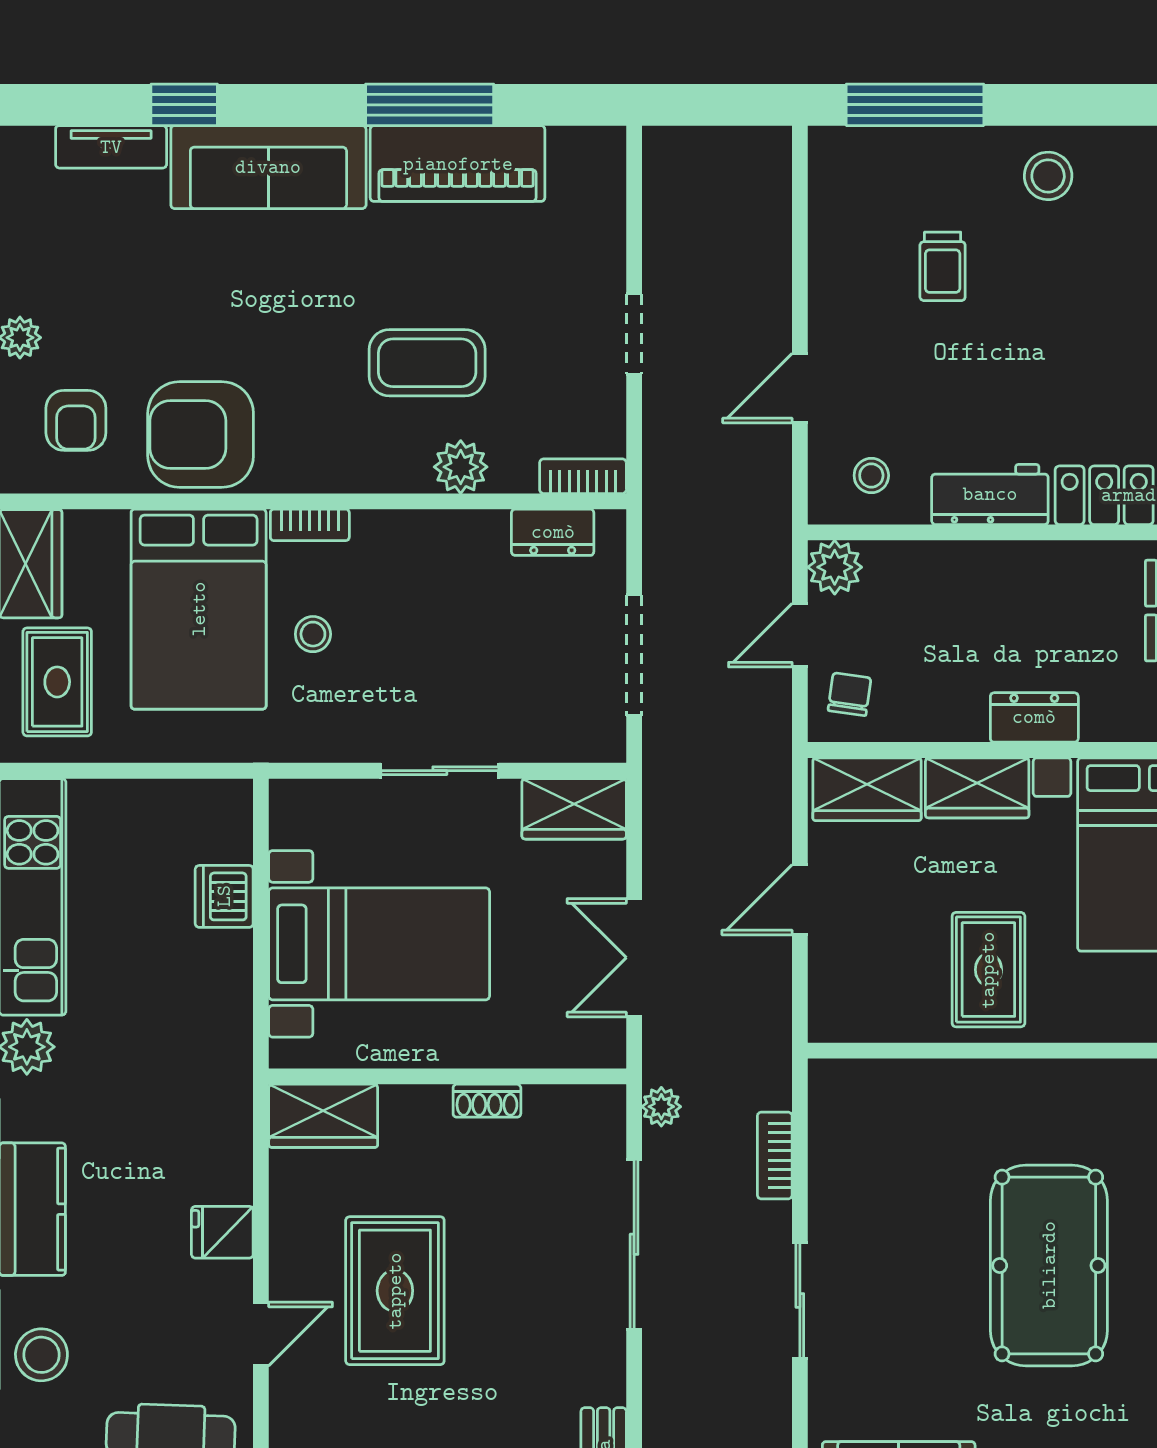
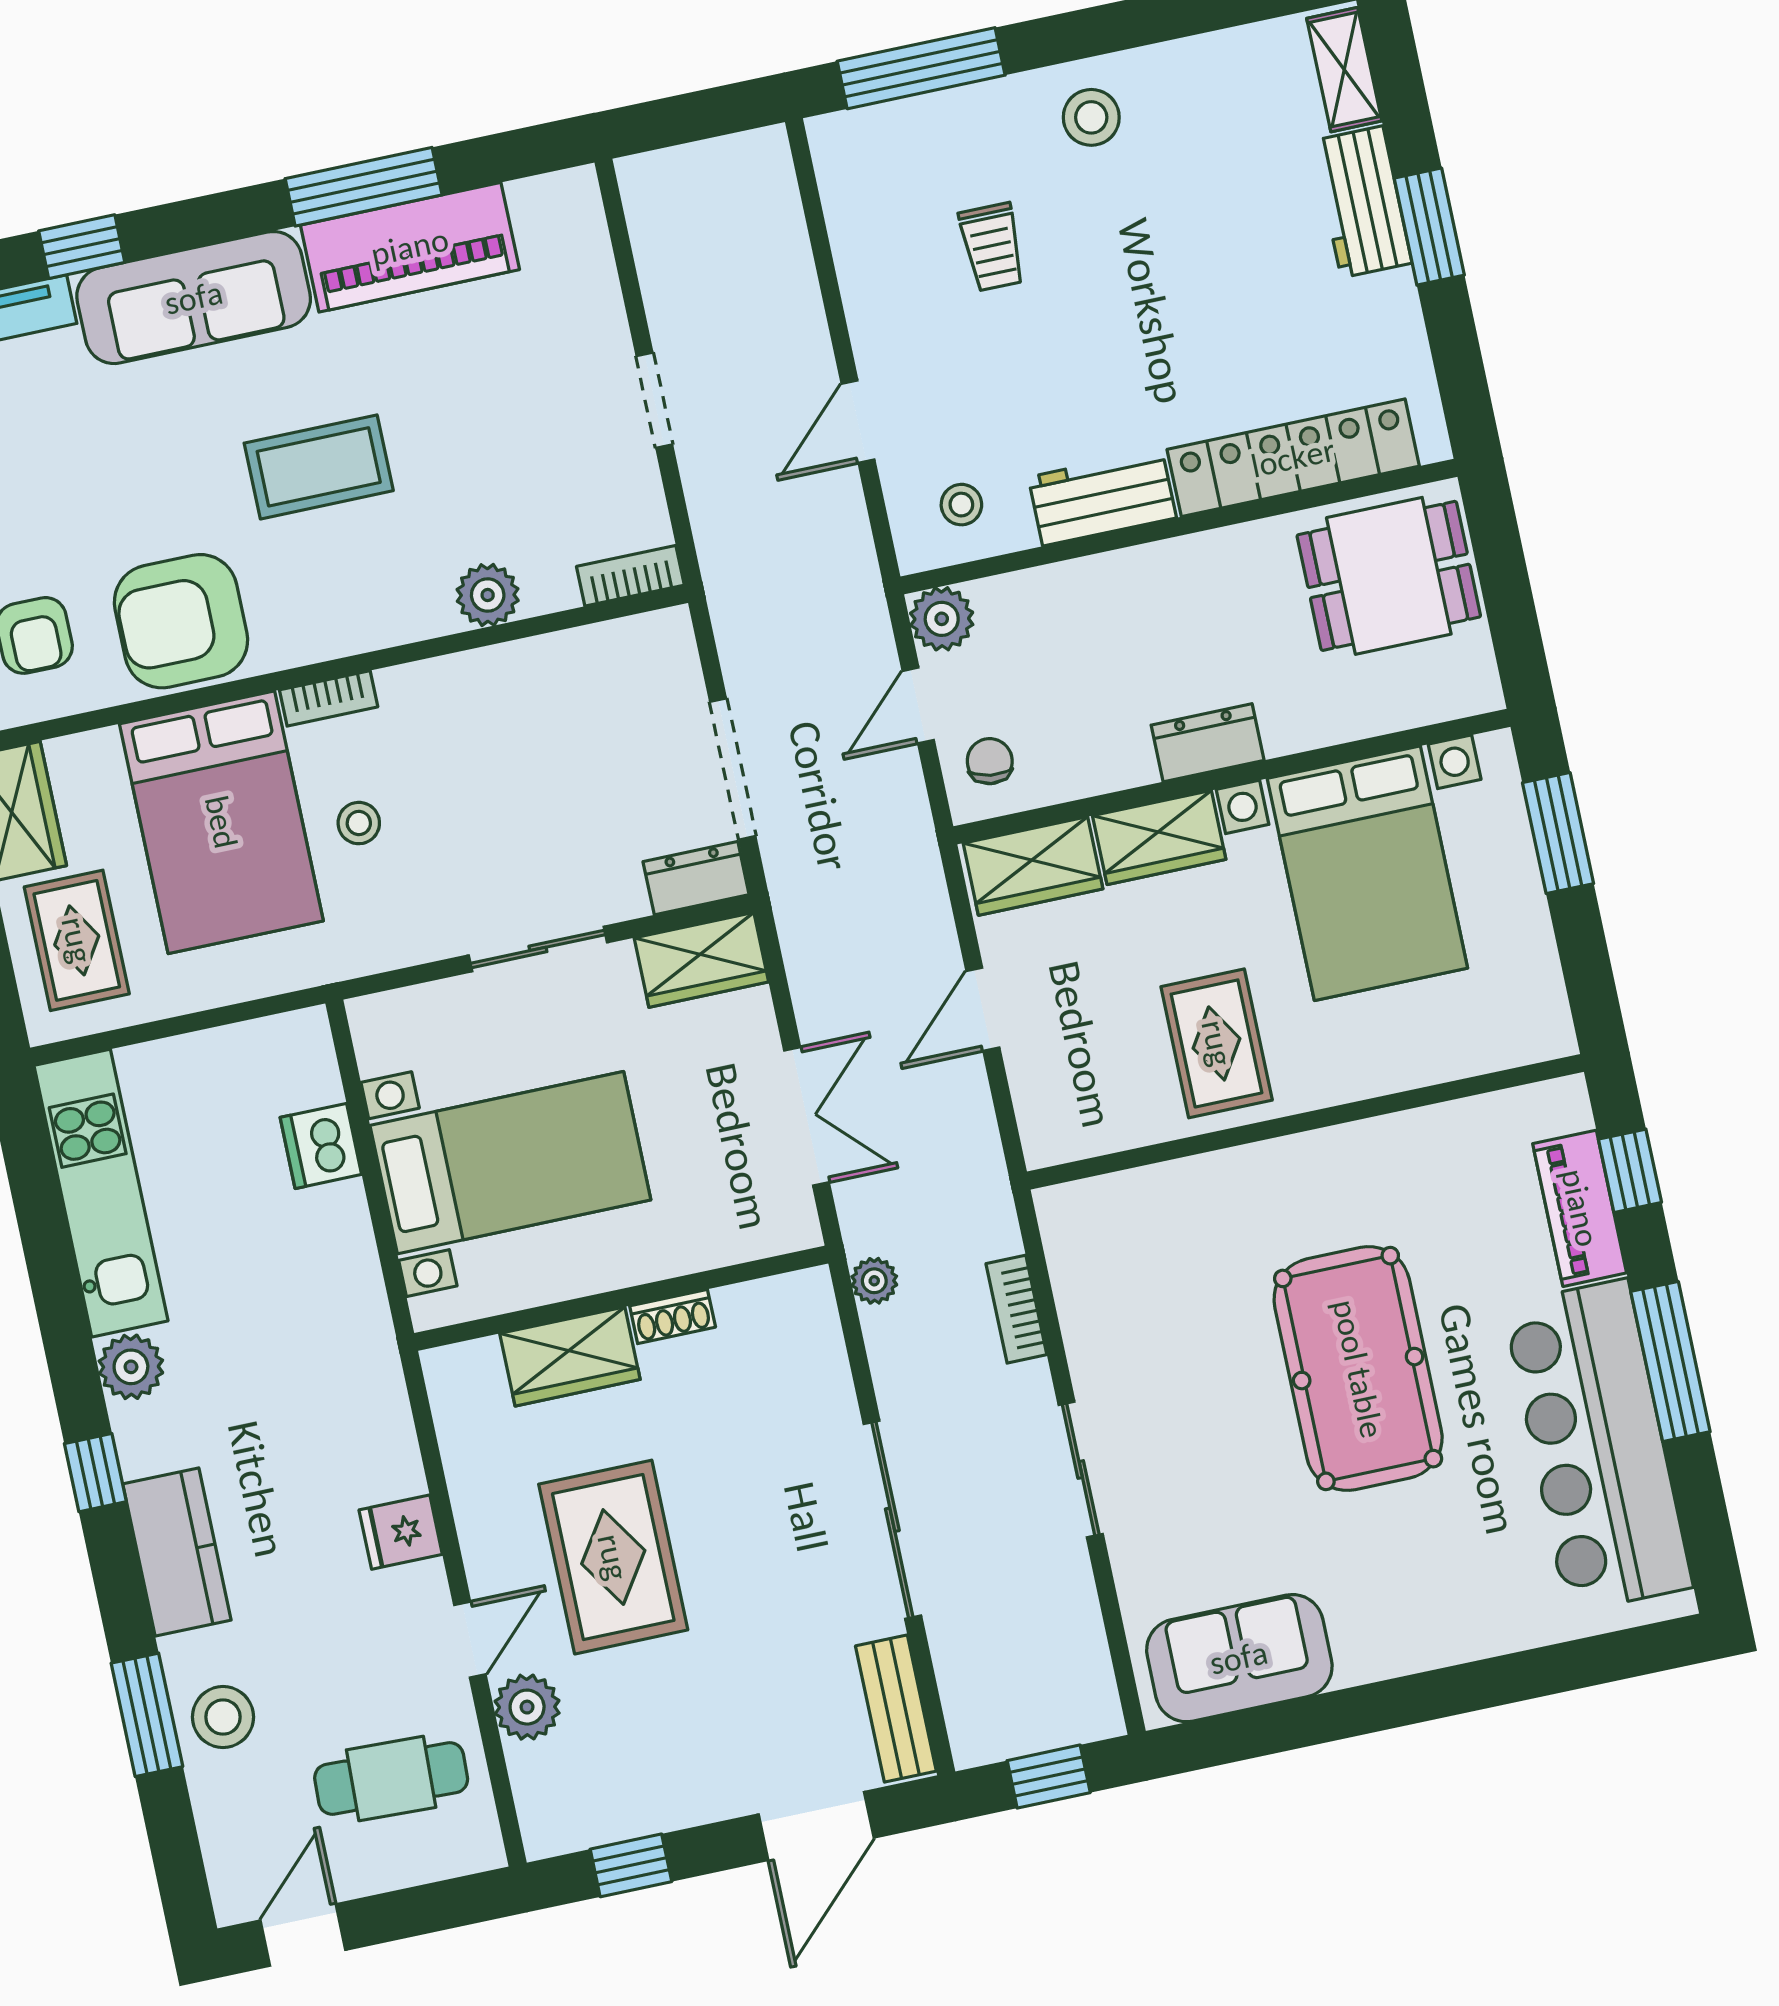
coffee table: (427, 363) -> (319, 467), moved
dresser: (553, 532) -> (696, 878), moved, turned 180
double door: (634, 958) -> (807, 1116), swing flipped
wardrobe: (323, 1116) -> (570, 1356), moved
sliding door: (634, 1244) -> (892, 1520), moved
plant: (297, 1400) -> (527, 1707), added

